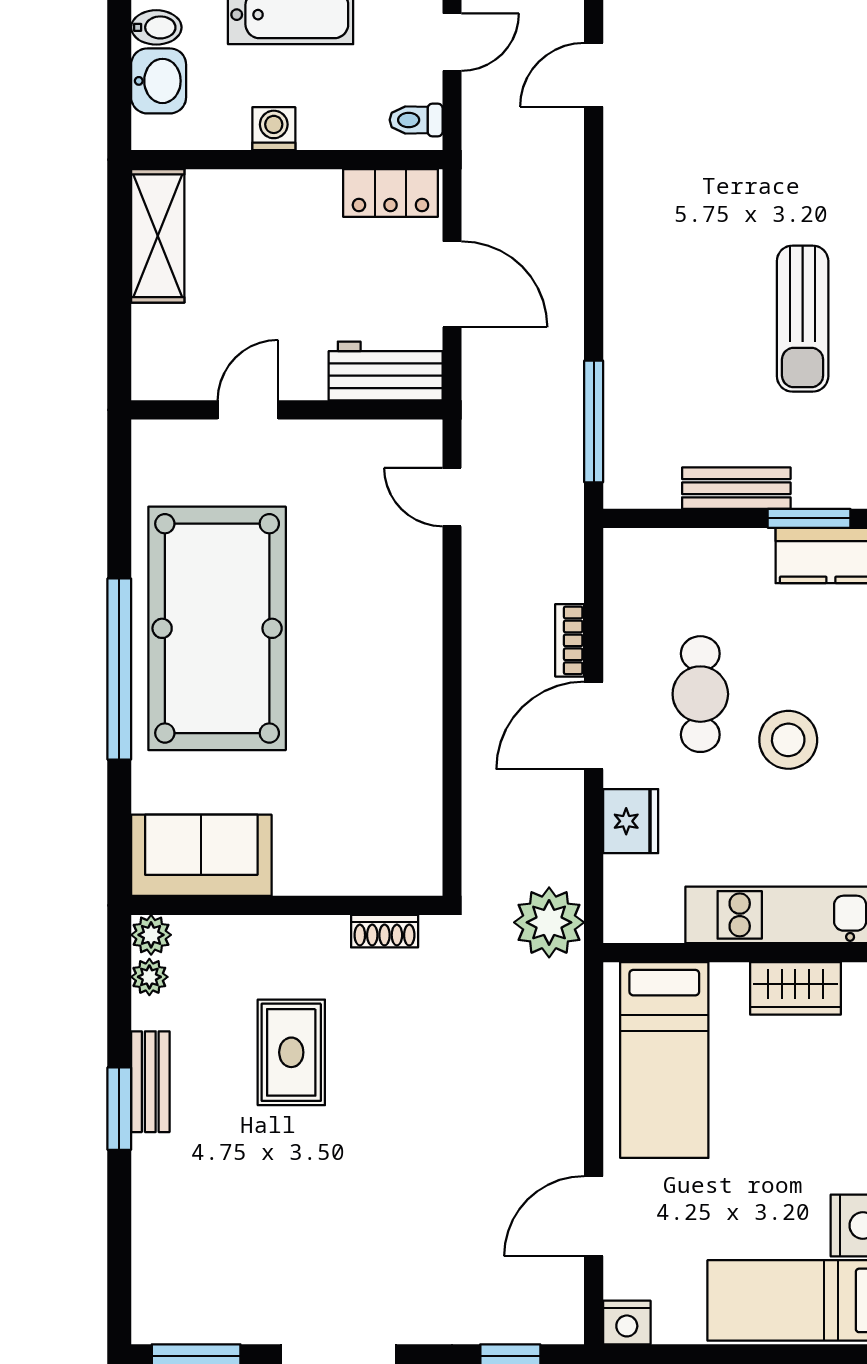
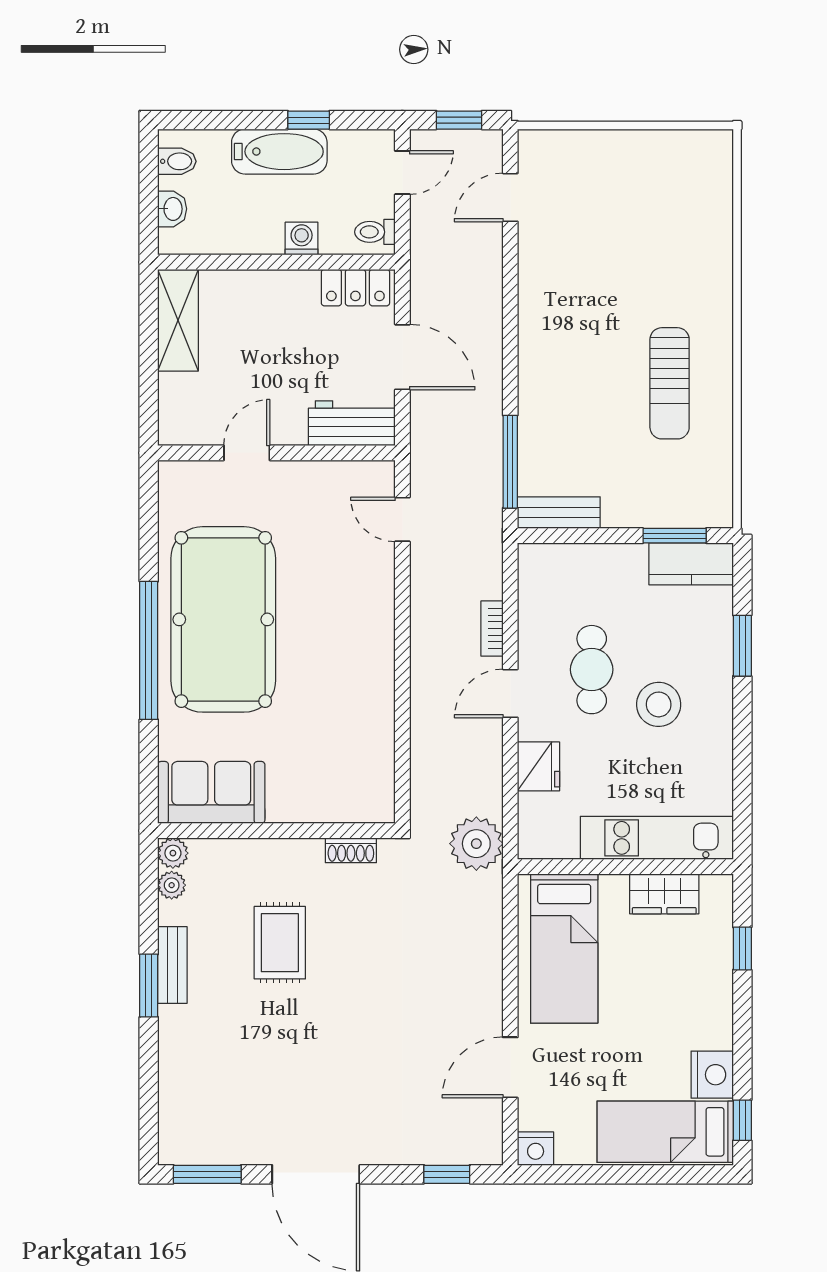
washbasin: (159, 81) -> (172, 209), width x0.72, depth x0.69
washing machine: (274, 129) -> (302, 239), moved
bench: (736, 488) -> (559, 513), moved
door: (594, 725) -> (510, 693), width x0.73

